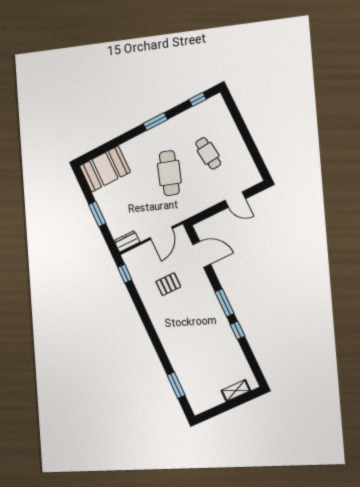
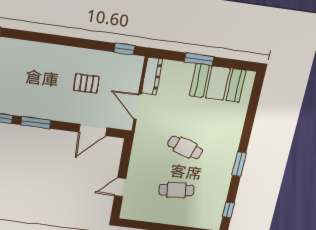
booth: (105, 169) -> (218, 83), moved, turned 90
cafe table: (169, 173) -> (185, 148), width x0.73, depth x0.74
dresser: (127, 241) -> (152, 76), width x1.44
pallet: (168, 284) -> (86, 83), turned 90

